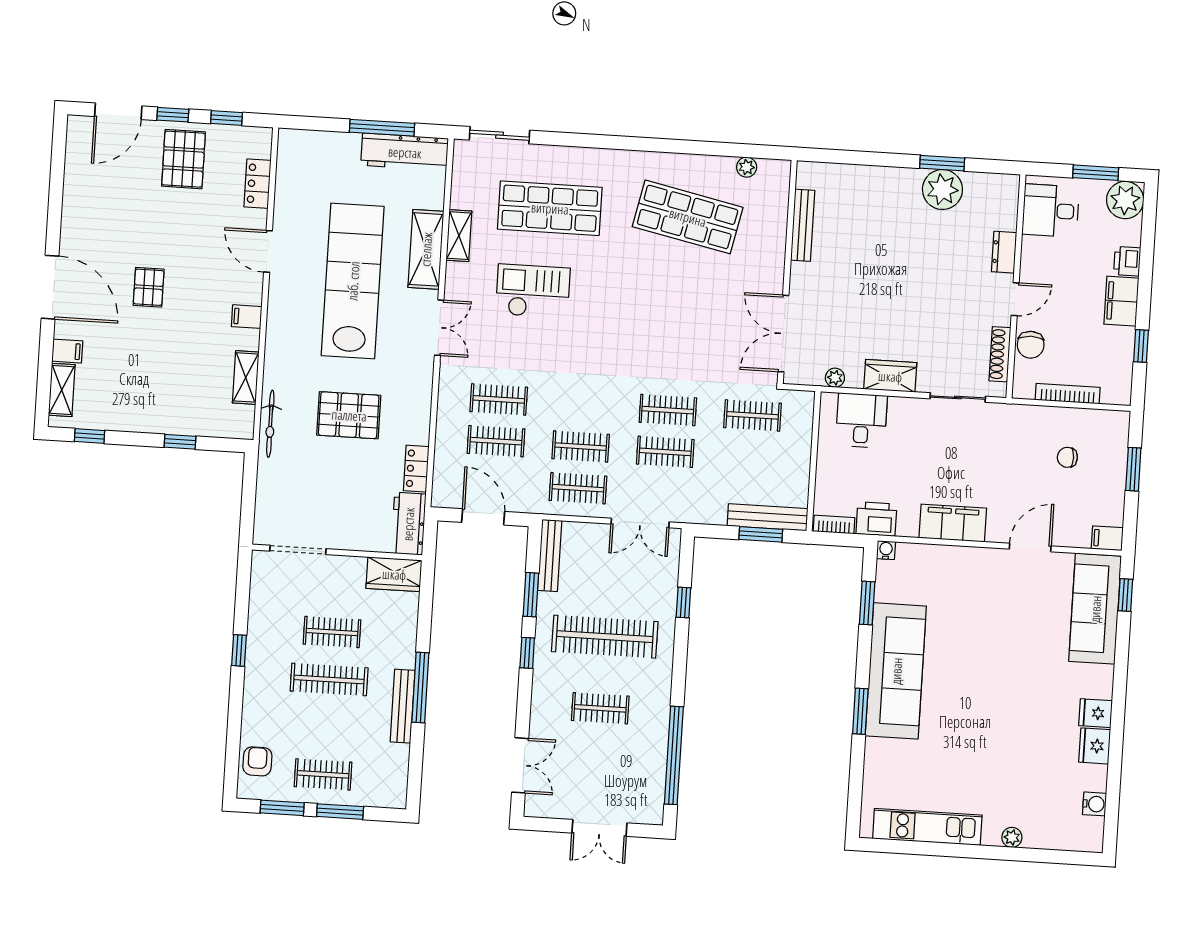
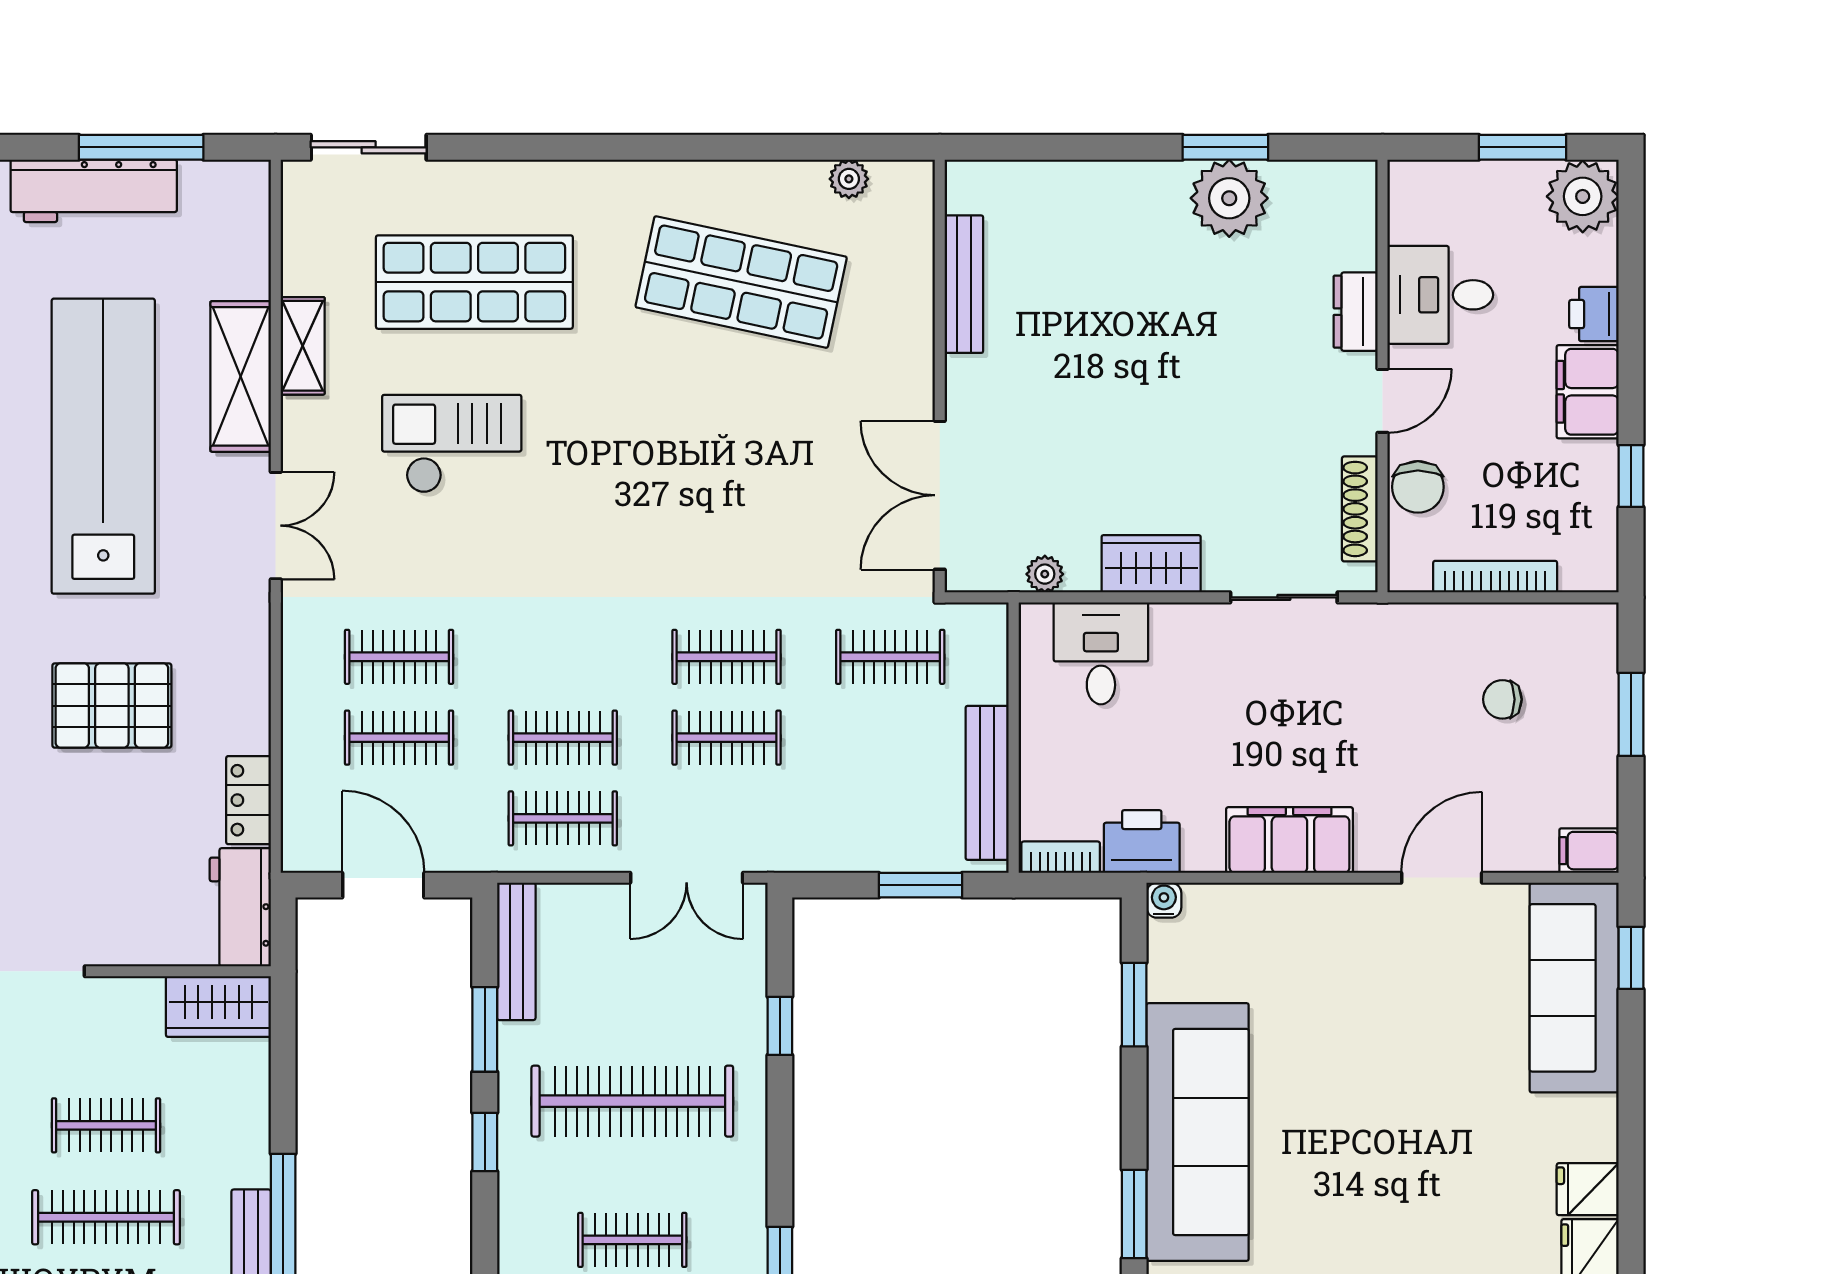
workbench: (405, 152) -> (94, 191), moved
desk: (1051, 211) -> (1440, 295), moved
bench: (768, 517) -> (987, 783), moved, turned 90

